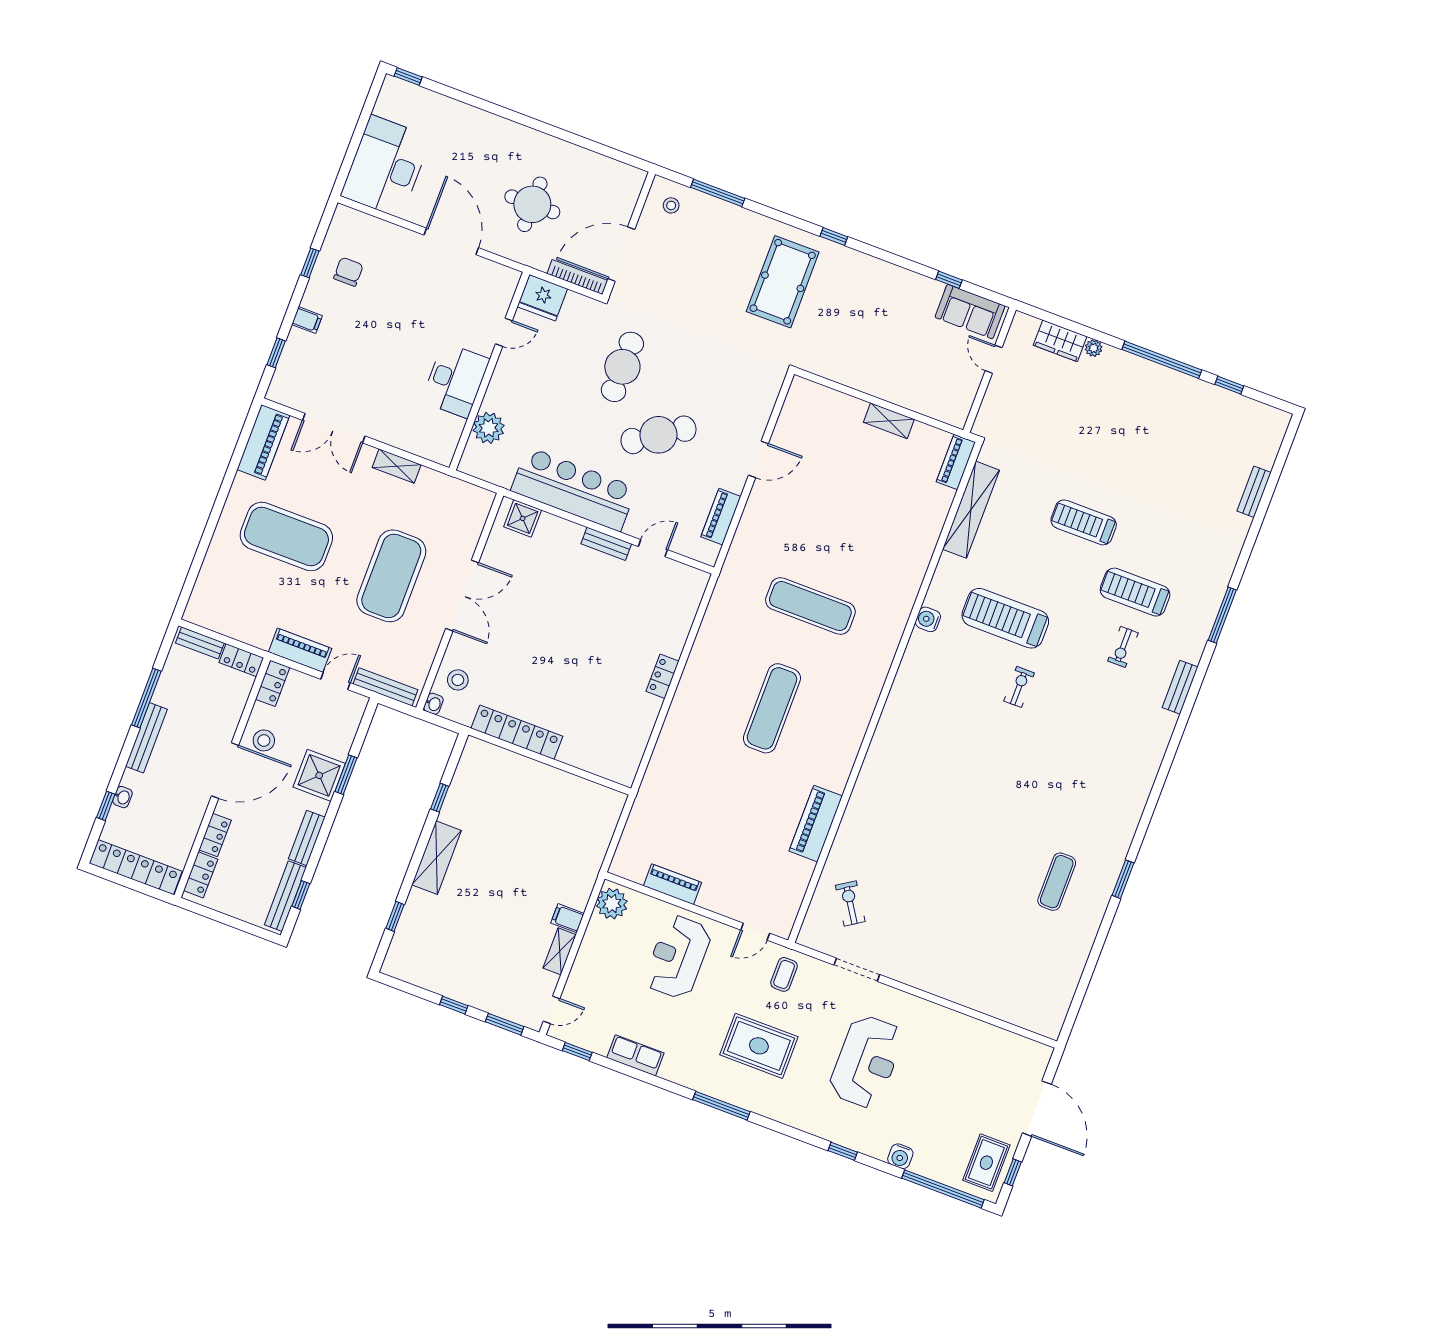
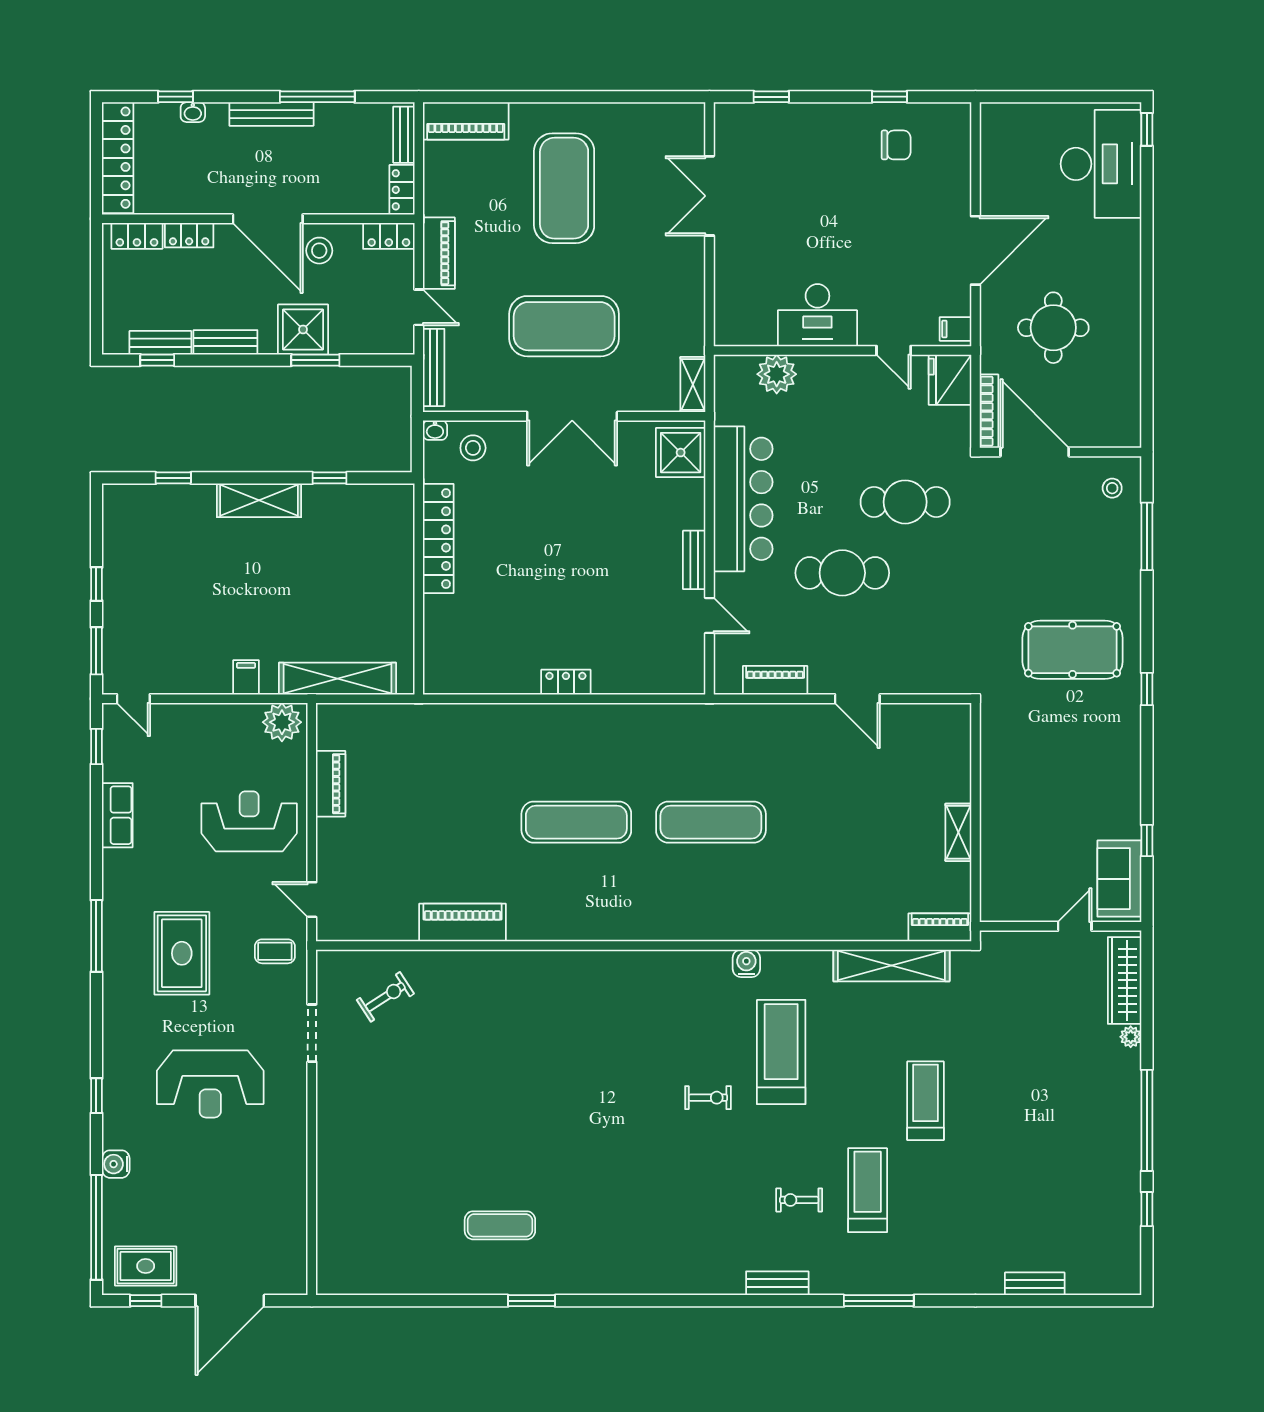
desk: (386, 166) -> (1101, 164), moved, turned 90
filing cabinet: (307, 320) -> (955, 329), moved, turned 90
wardrobe: (1060, 341) -> (1125, 980), width x1.50
cafe table: (658, 435) -> (842, 573), turned -56
piano: (263, 442) -> (466, 121), moved
shelving: (397, 466) -> (693, 384), moved
shower: (523, 518) -> (681, 453), width x1.36, depth x1.36
exercise mat: (810, 606) -> (711, 822), turned 90
bench: (285, 896) -> (160, 343), width x0.73
shelving: (560, 951) -> (338, 679), moved, width x2.20, depth x1.33

